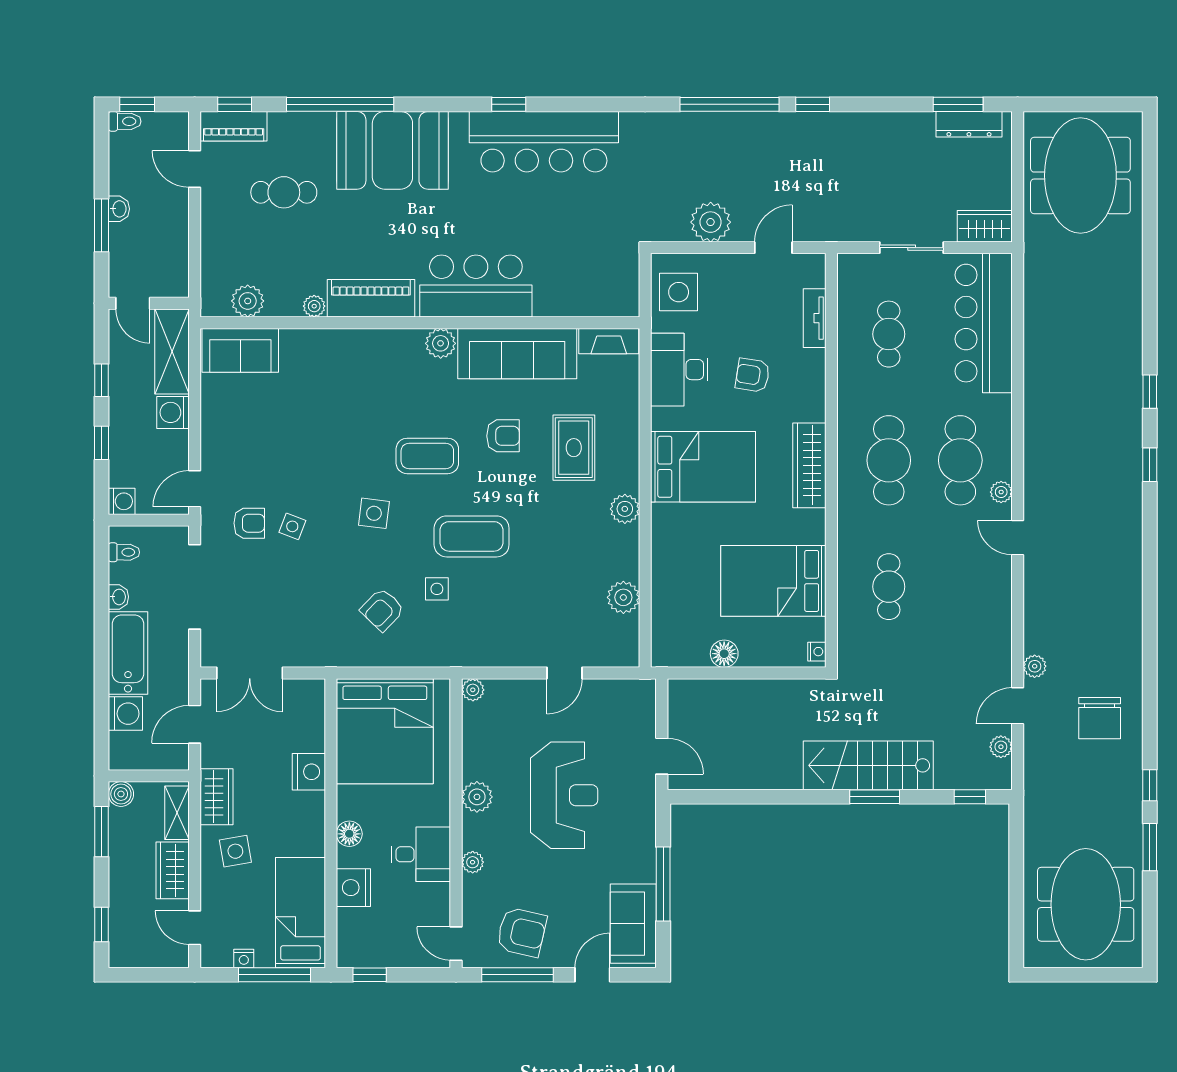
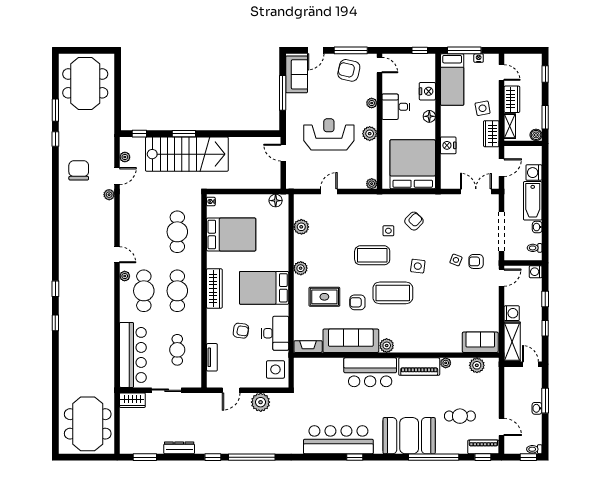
dresser: (969, 124) -> (179, 448), moved
rug: (574, 448) -> (324, 297), turned 90
coffee table: (427, 456) -> (393, 293), width x1.36, depth x1.32
cafe table: (889, 587) -> (177, 232), width x1.37, depth x1.35
floor lamp: (724, 654) -> (276, 201), moved
stairs: (868, 765) -> (187, 154), width x1.36, depth x1.51
reception desk: (564, 795) -> (329, 134), turned 90

